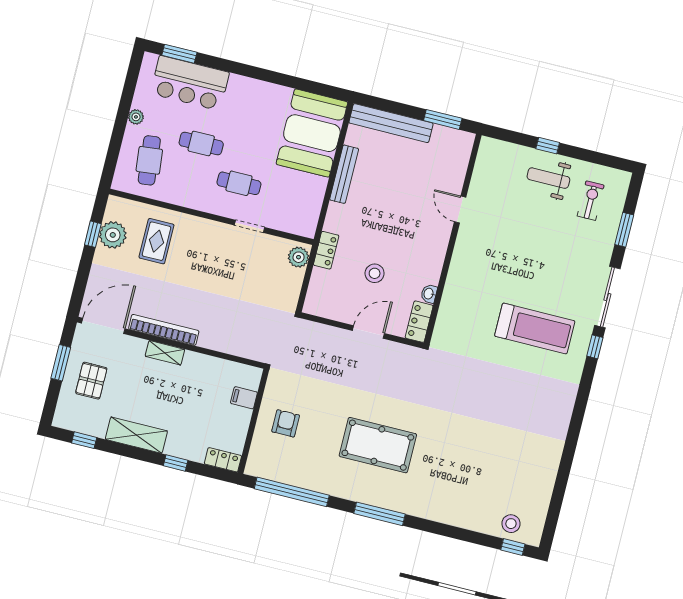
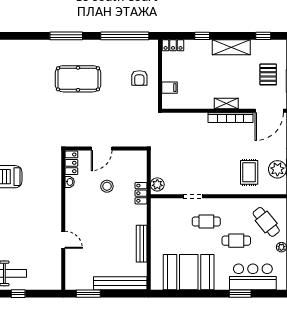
window: (179, 54) -> (240, 294), moved
booth: (312, 133) -> (189, 272), moved, turned 90
cafe table: (149, 160) -> (266, 222), turned -33

